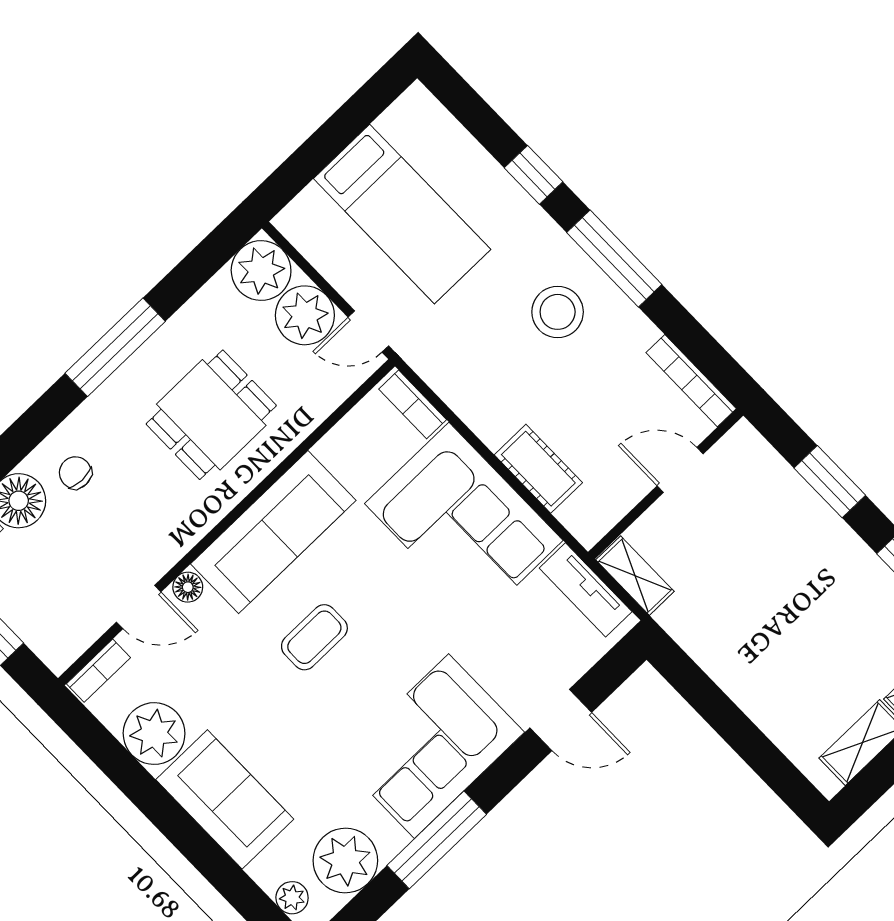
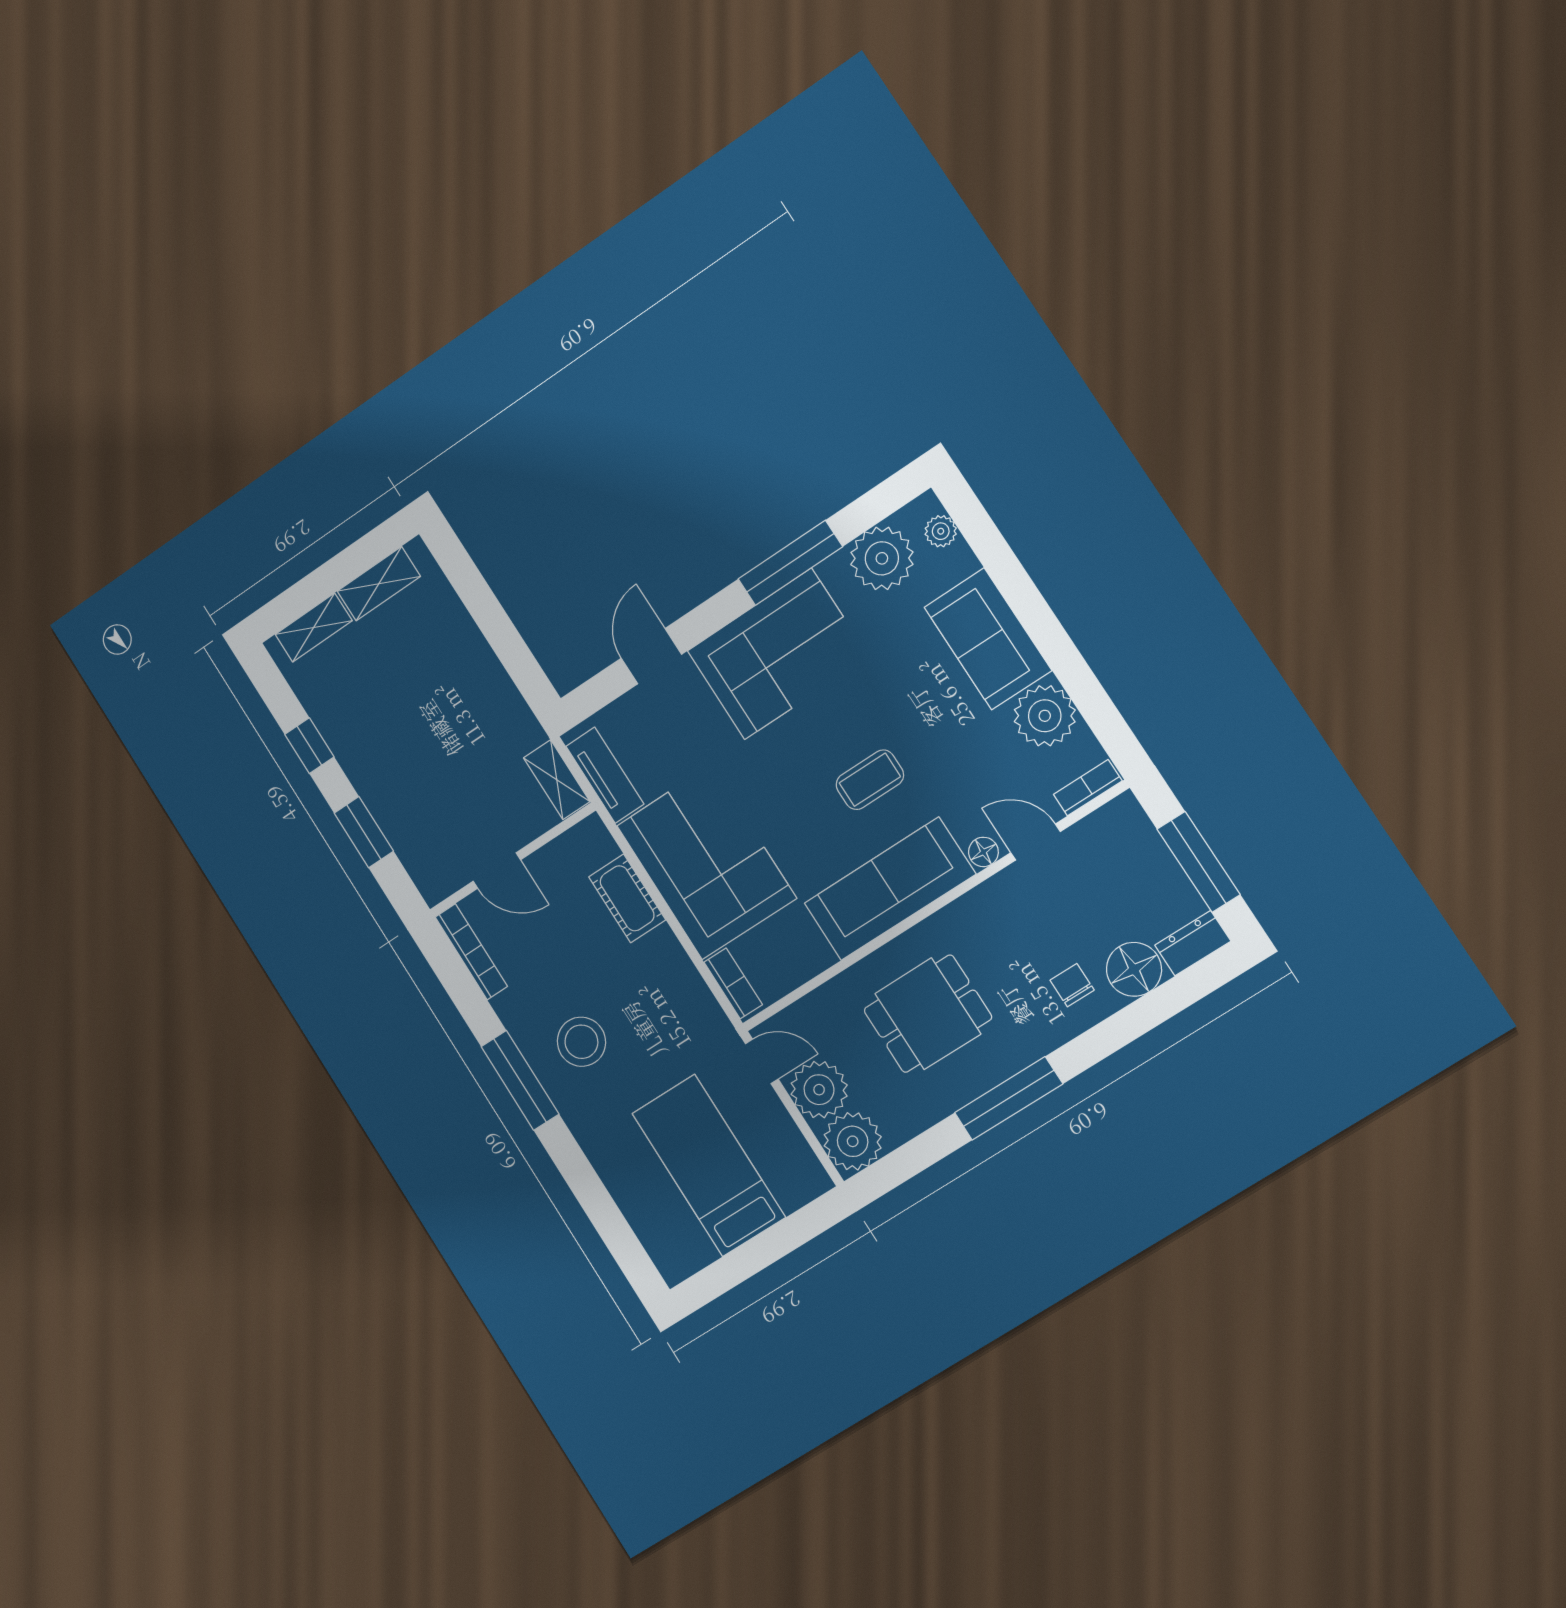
window: (533, 175) -> (579, 1175), removed
chair: (75, 473) -> (1072, 985), turned 180
door: (561, 720) -> (651, 656), hinge flipped

